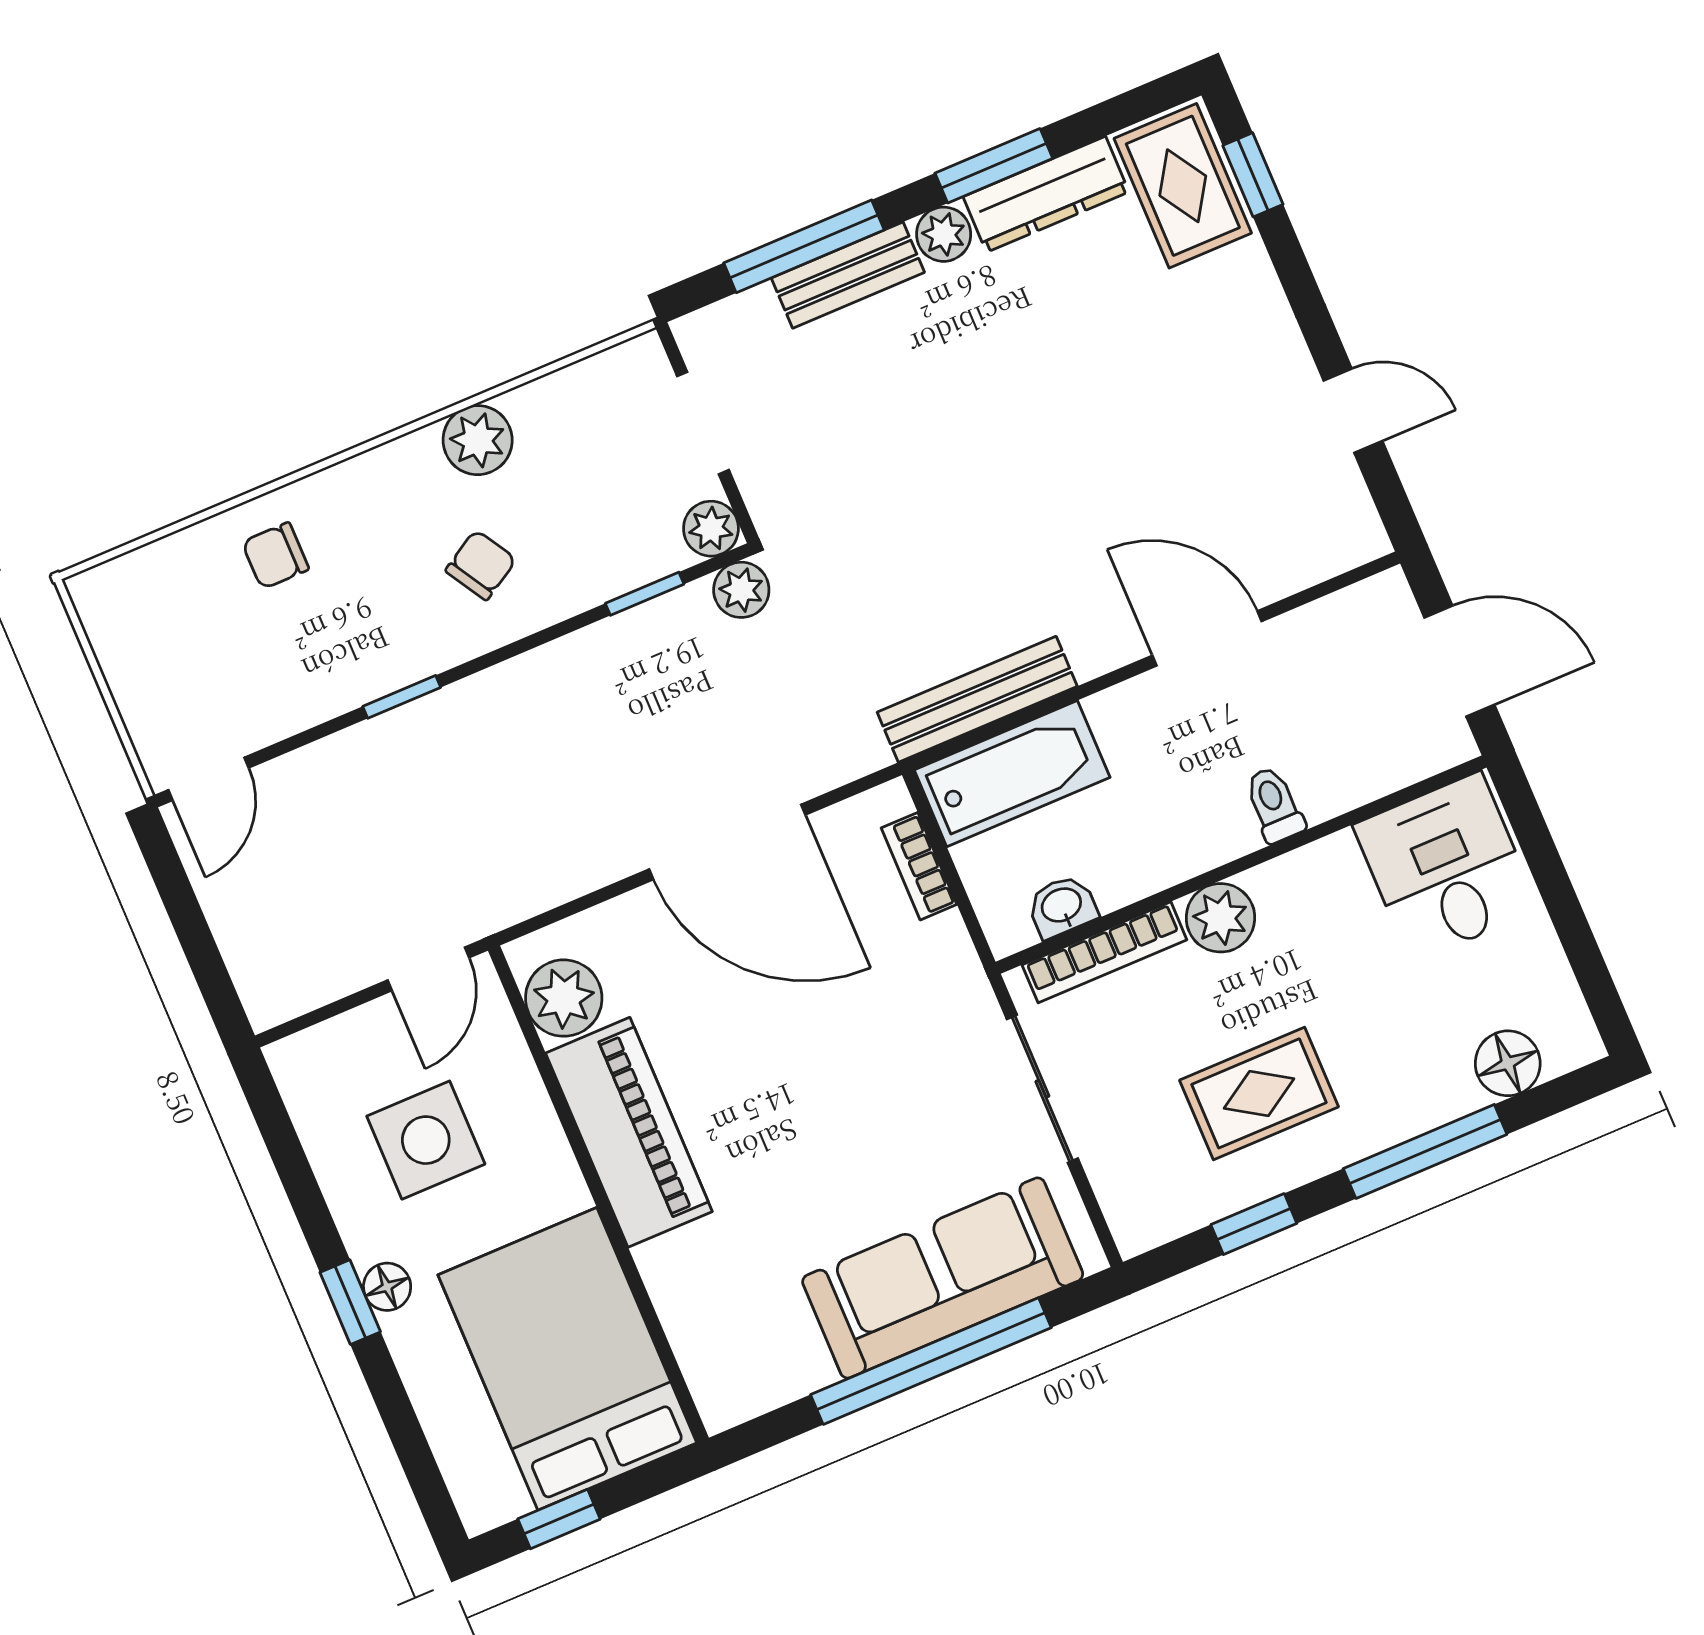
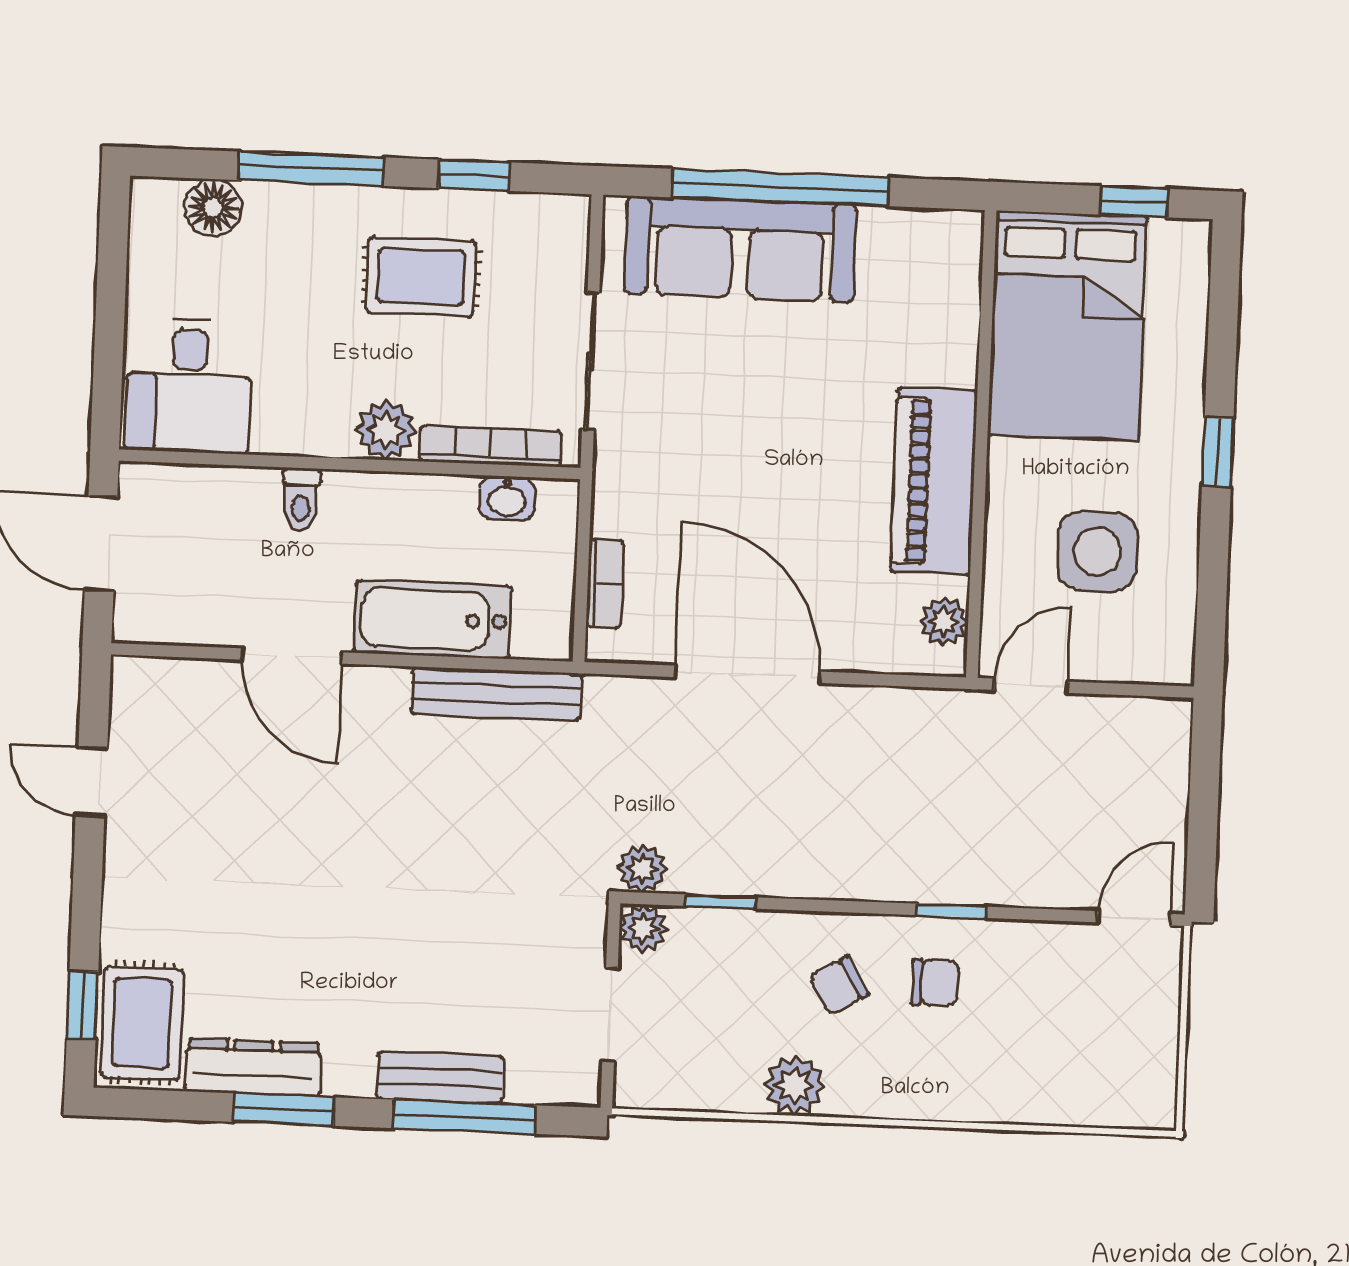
plant: (944, 234) -> (349, 1074), removed
chair: (275, 556) -> (935, 983), moved
bathtub: (1012, 774) -> (432, 619), moved
plant: (564, 998) -> (944, 622), width x0.73, depth x0.73
floor lamp: (387, 1287) -> (1183, 450), removed

